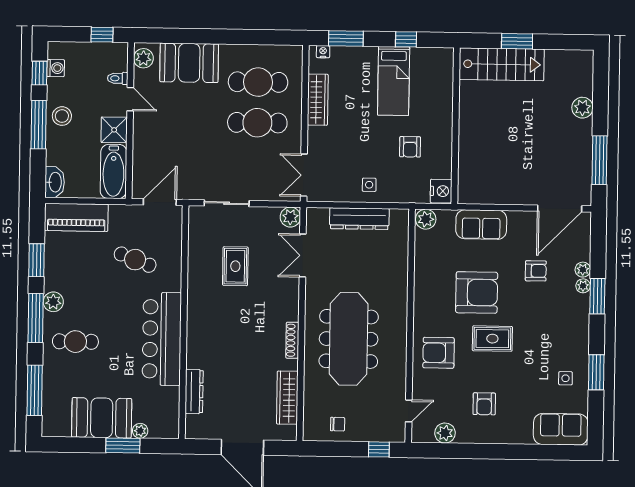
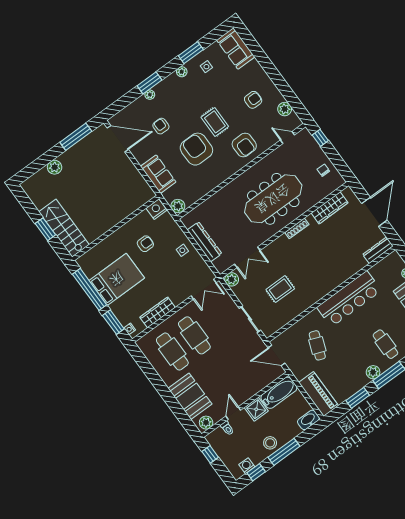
window: (406, 39) -> (90, 289), width x3.17
bed: (394, 81) -> (117, 279), width x1.50
plant: (583, 270) -> (182, 72), moved
dresser: (194, 392) -> (378, 250), moved

